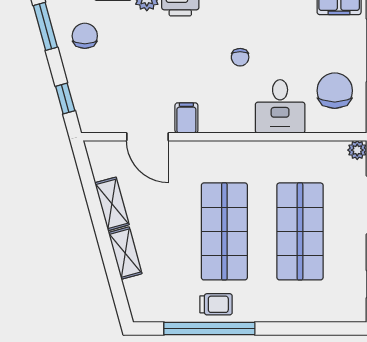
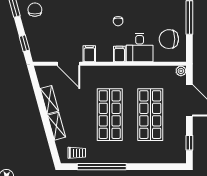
chair: (335, 91) -> (169, 39), turned -90
filing cabinet: (242, 119) -> (119, 54), added
trolley: (216, 304) -> (77, 153), moved

